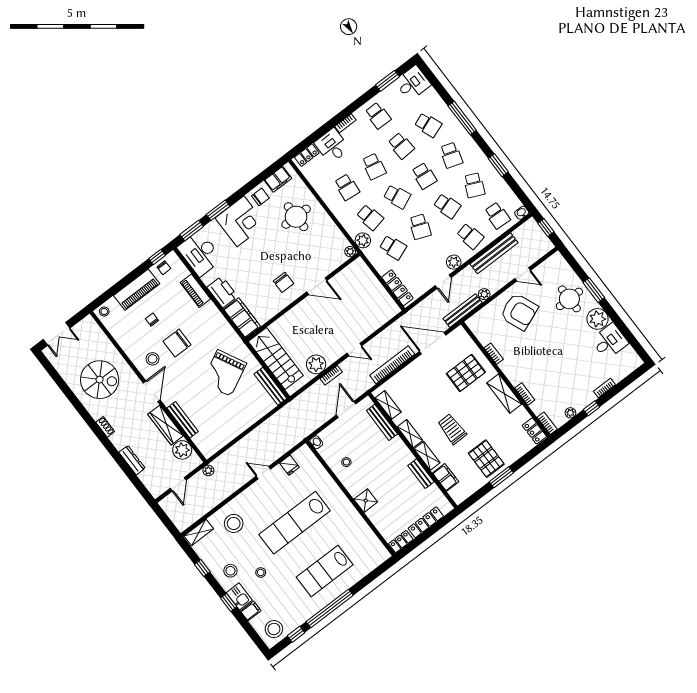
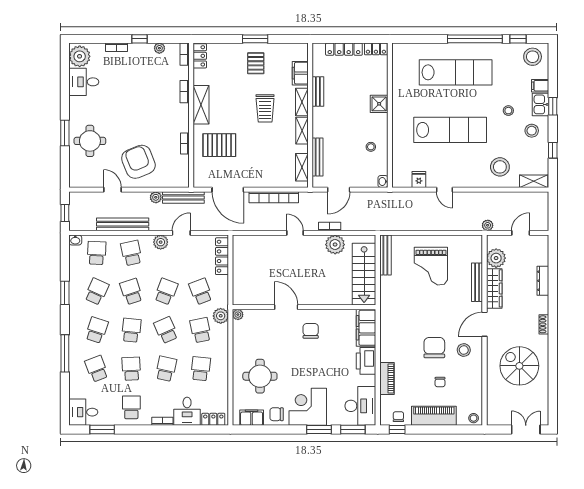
plant: (598, 319) -> (80, 56), moved
chair: (177, 343) -> (434, 348), turned -90
grand piano: (224, 373) -> (431, 266), moved, turned 117
pallet: (486, 459) -> (256, 63), width x0.67, depth x0.71
lab bench: (325, 571) -> (456, 72), width x1.36

